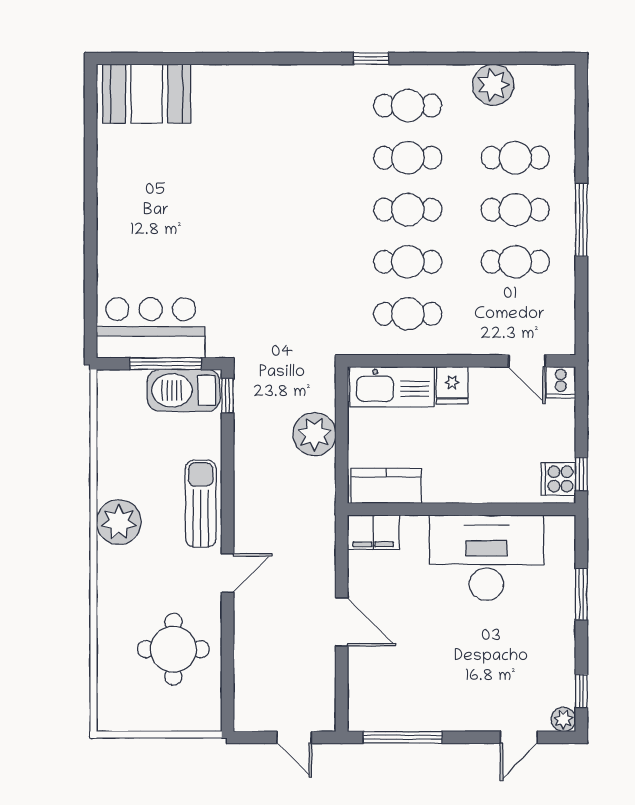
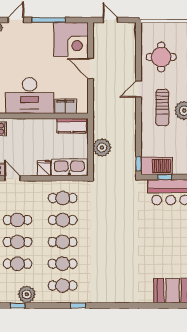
window: (515, 58) -> (18, 305), added
window: (166, 364) -> (165, 177), width x0.46
sun lounger: (201, 504) -> (162, 108), moved
filing cabinet: (373, 532) -> (65, 106), moved
corner desk: (388, 691) -> (71, 40), added
window: (403, 737) -> (49, 20), moved

